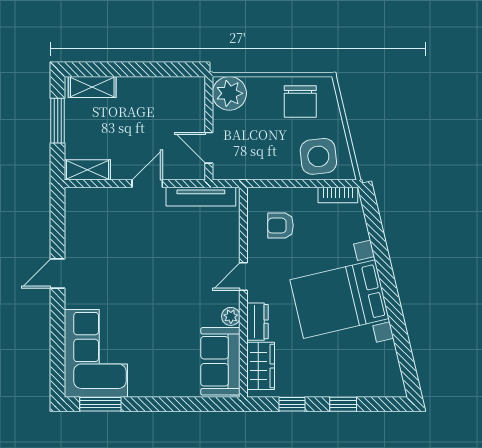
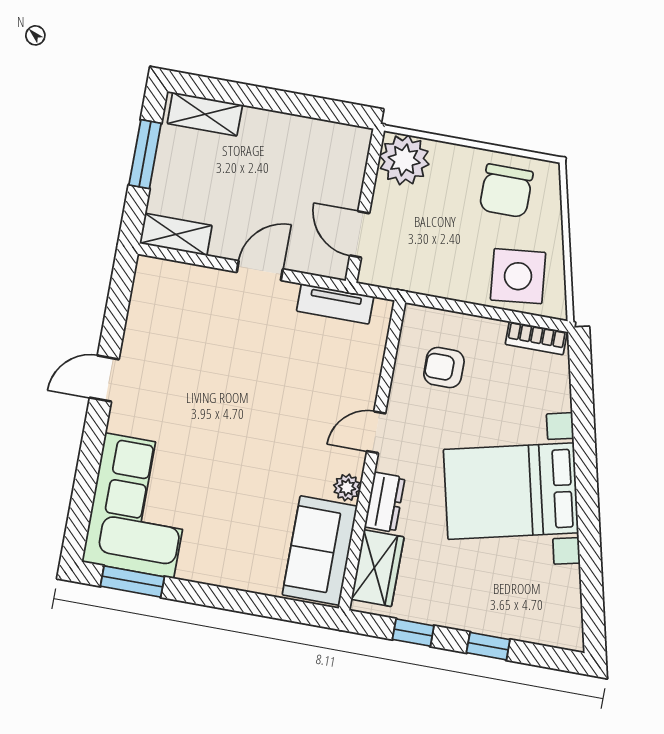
tv unit: (201, 197) -> (335, 304), width x0.71

